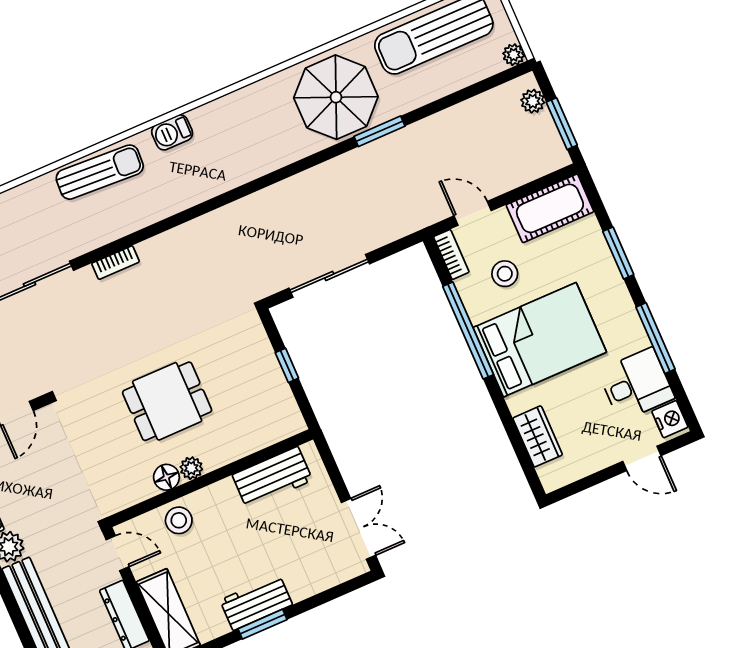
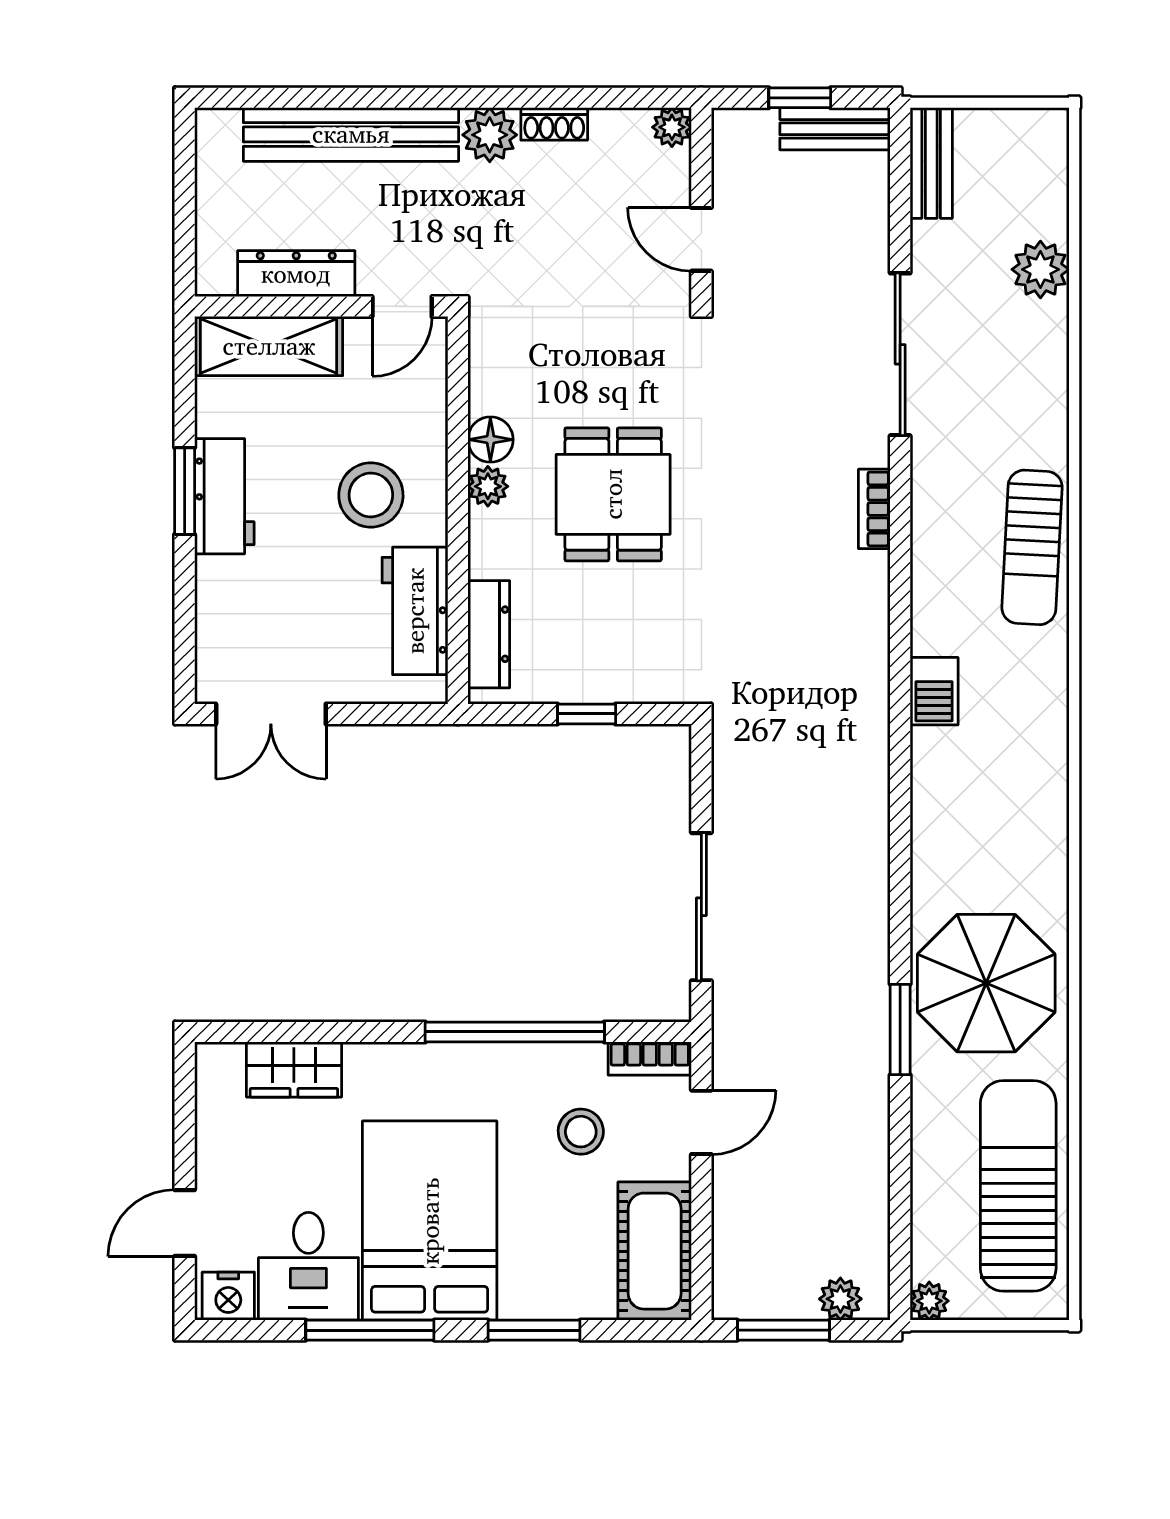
barbecue: (172, 132) -> (934, 691), moved, turned 180
sliding door: (329, 276) -> (701, 907), moved
bed: (540, 340) -> (430, 1221), moved, turned 180
dresser: (268, 434) -> (489, 634), added
stool: (179, 520) -> (371, 495), moved, width x1.38, depth x1.38

